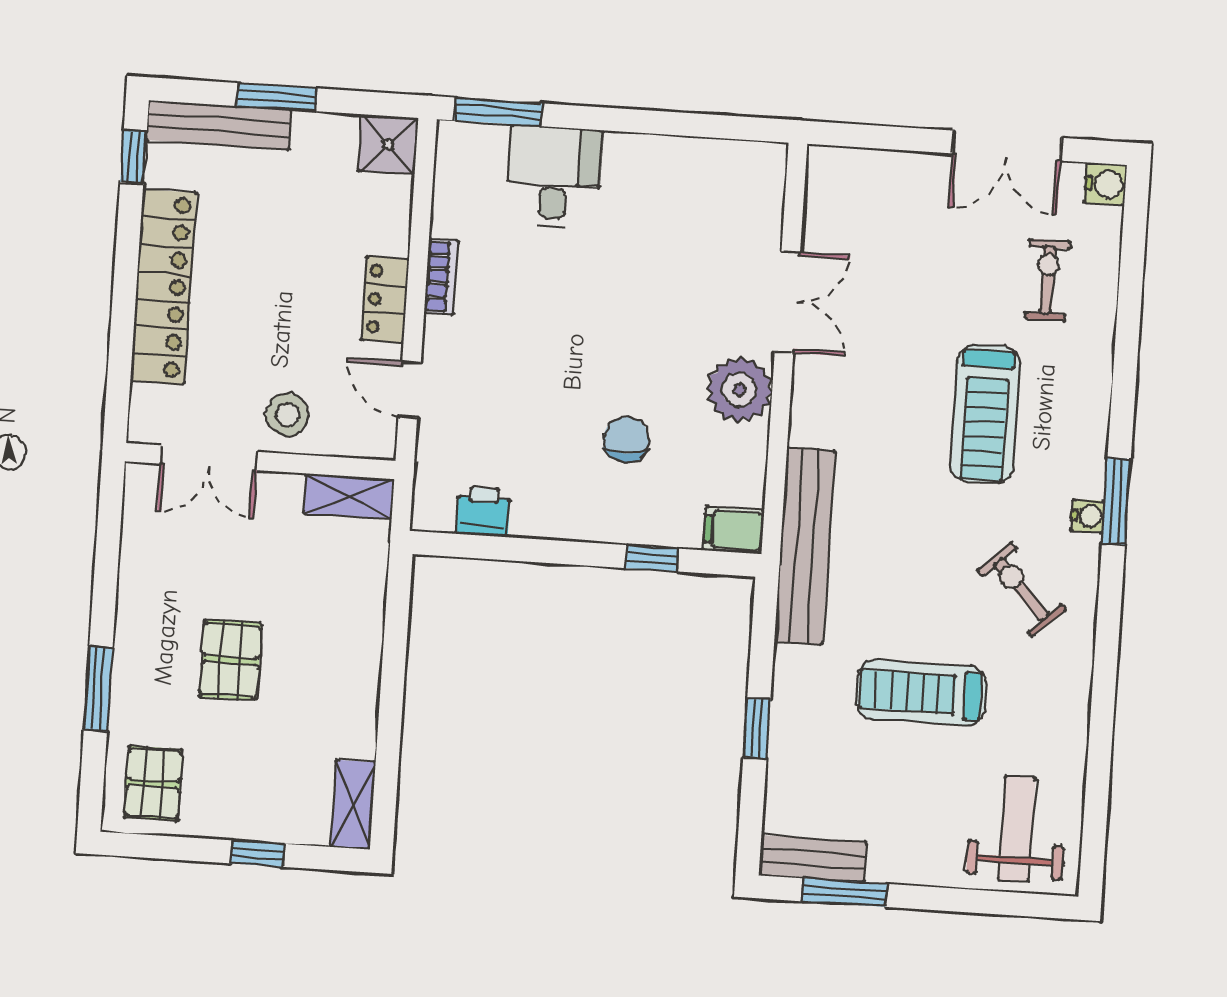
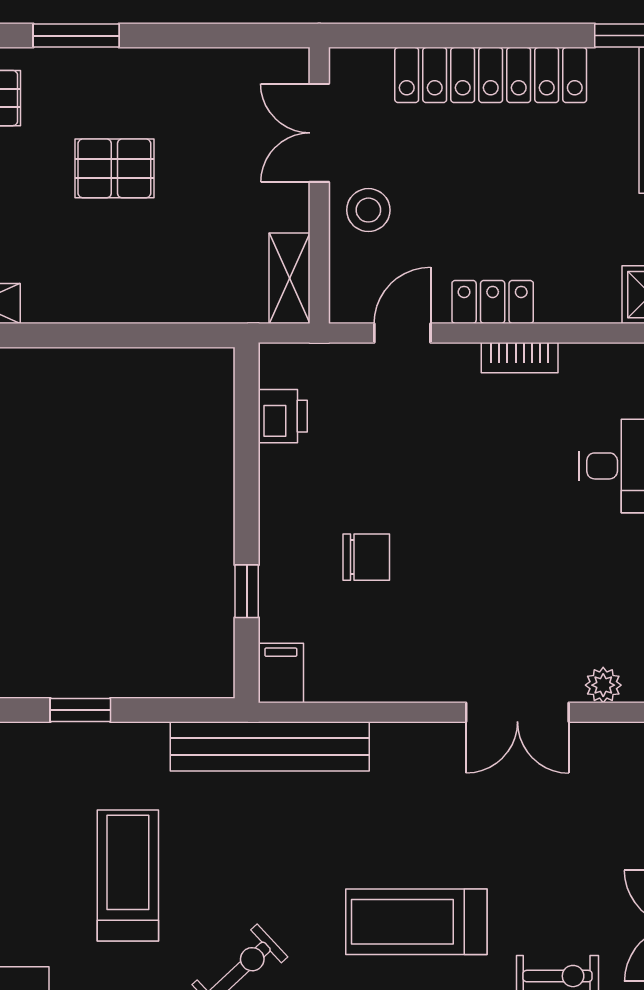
plant: (739, 390) -> (603, 685), moved, width x0.53, depth x0.53

